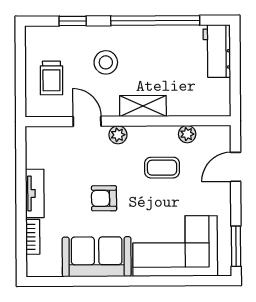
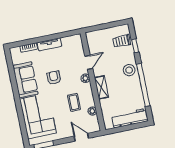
workbench: (217, 51) -> (130, 118), width x1.38
stool: (106, 62) -> (129, 70), moved
trolley: (51, 78) -> (122, 41), moved

